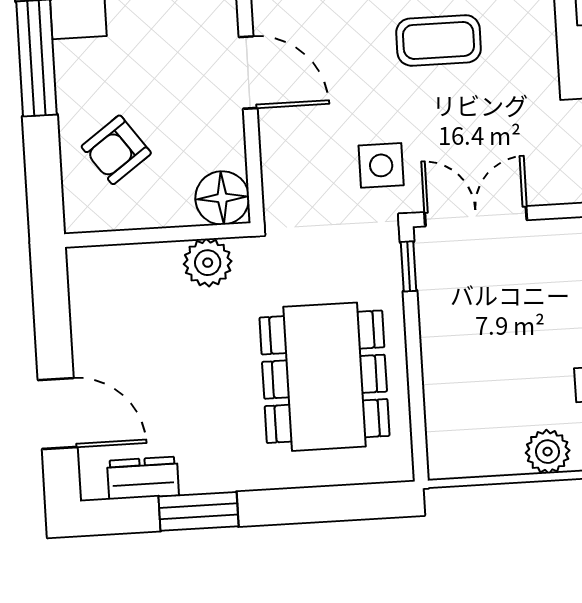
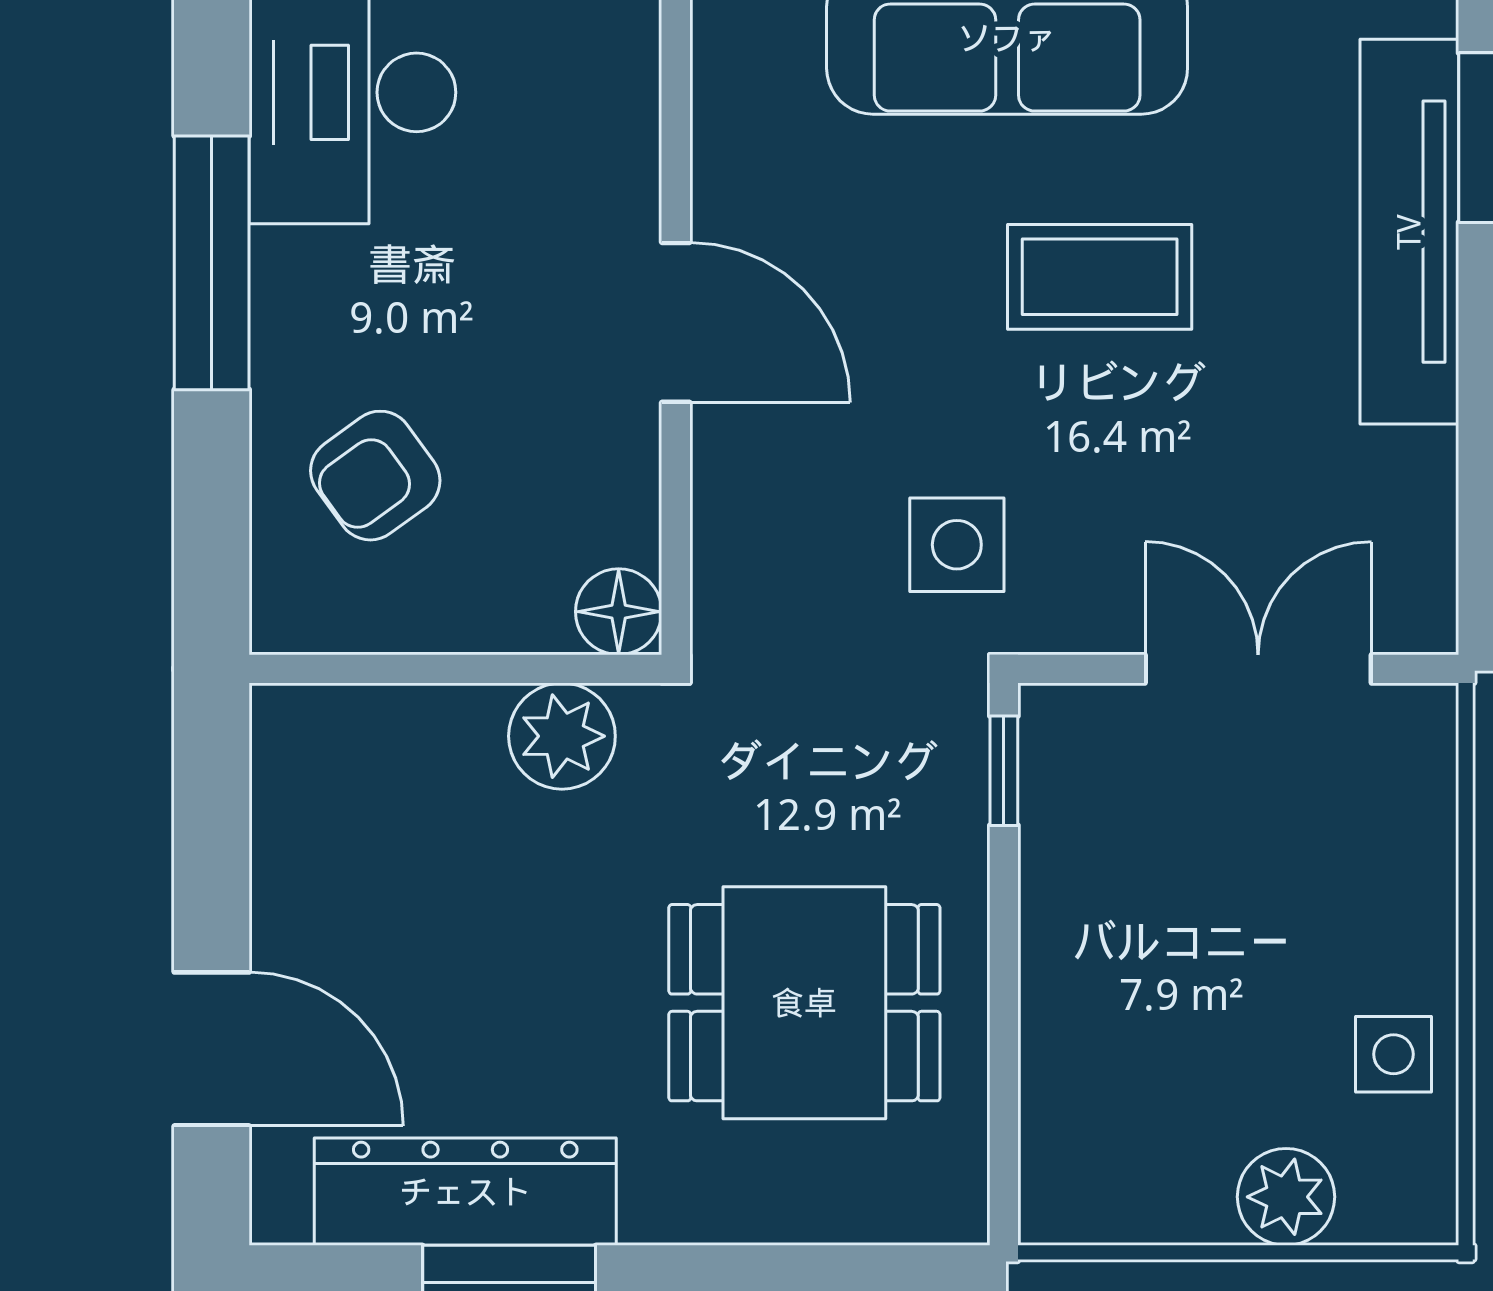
floor lamp: (222, 198) -> (619, 612), width x0.73, depth x0.73
double door: (476, 216) -> (1258, 669), moved
dining table: (325, 377) -> (804, 1003), width x0.73
dresser: (143, 478) -> (465, 1192), width x1.96, depth x1.24

